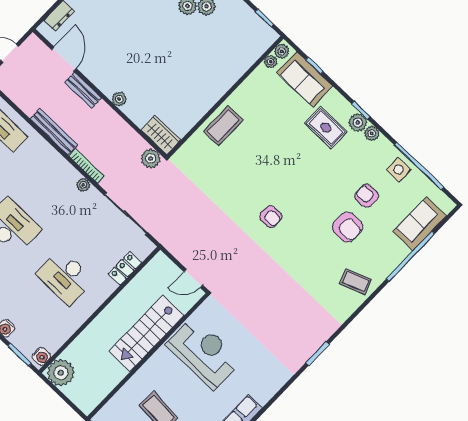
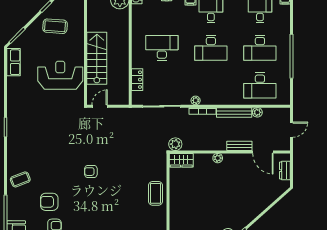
plant: (29, 108) -> (257, 112), added
reception desk: (204, 353) -> (60, 75), turned 180

